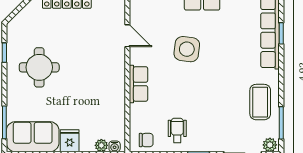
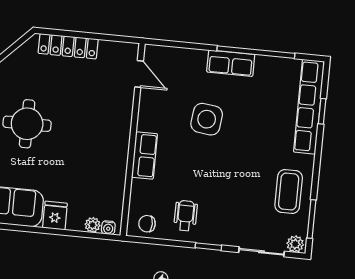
door: (127, 36) -> (139, 74), moved
chair: (146, 140) -> (147, 224), turned 180

